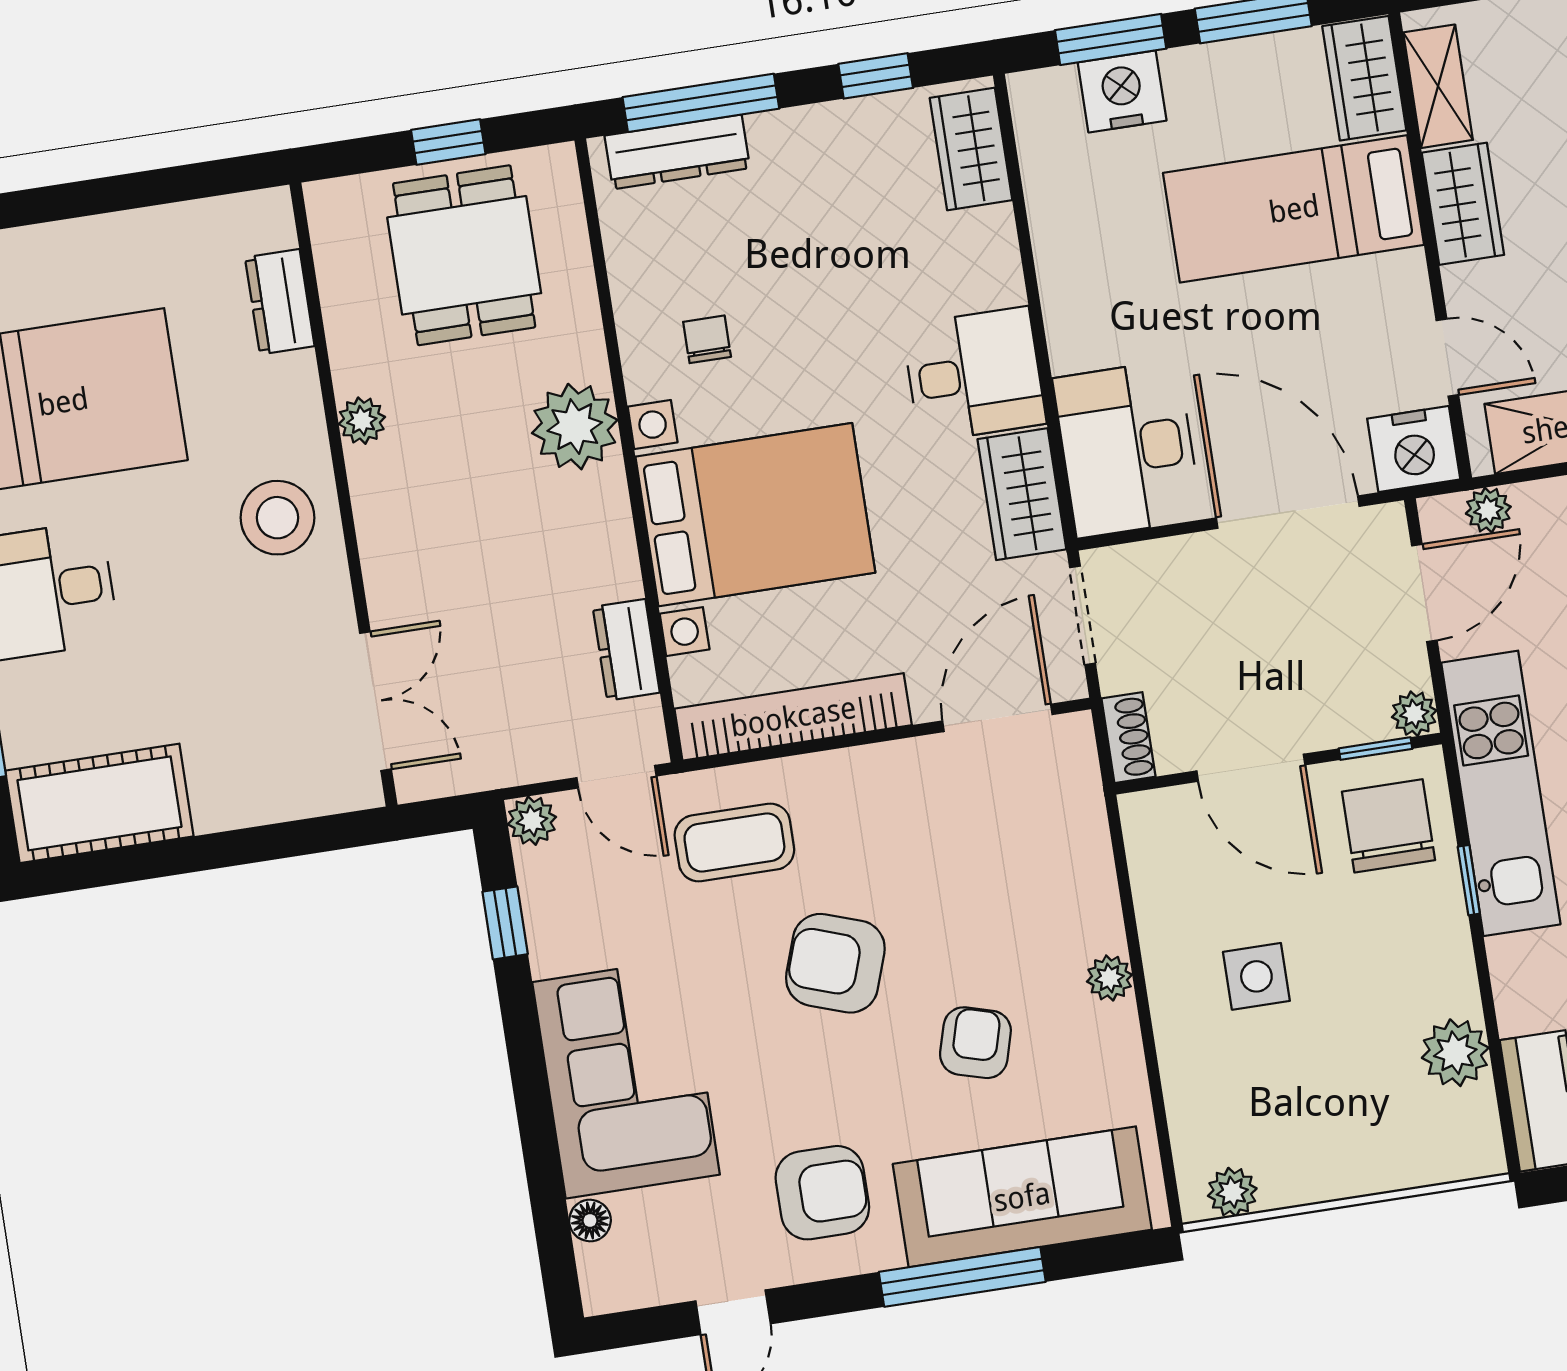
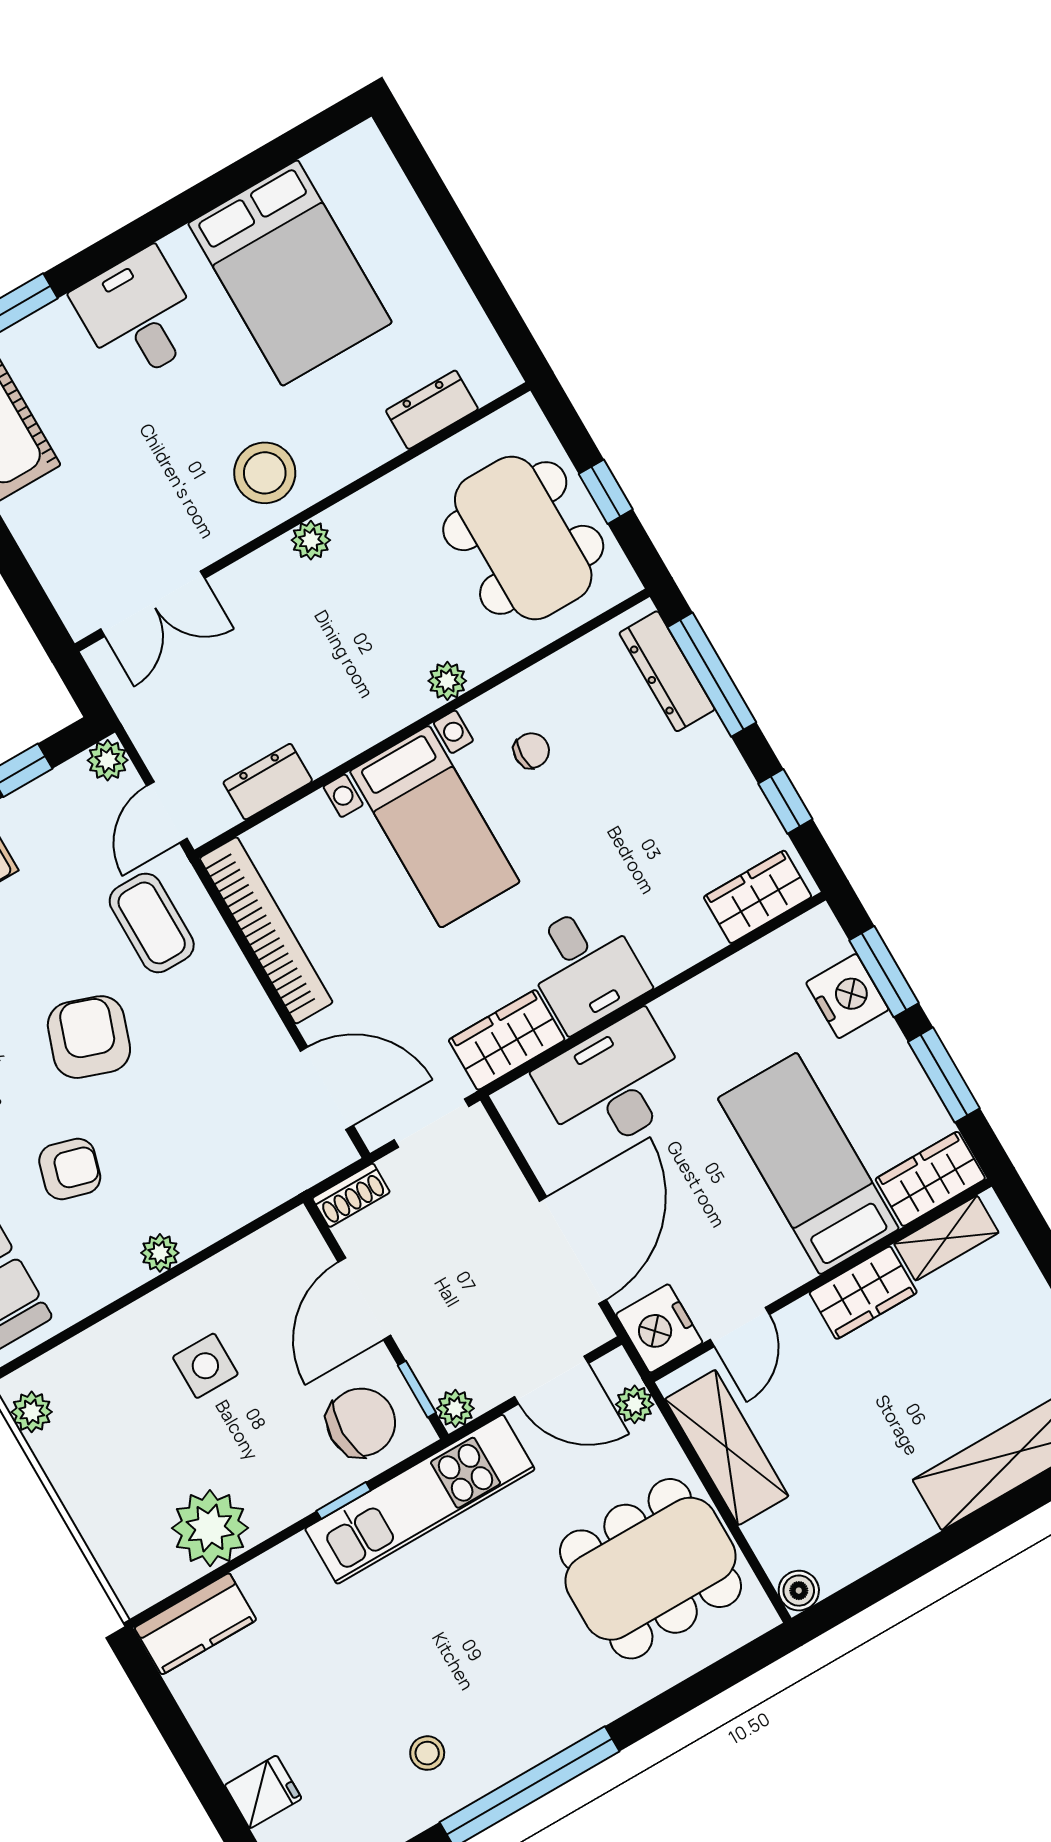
dining table: (464, 255) -> (523, 538), width x1.38
plant: (362, 421) -> (311, 540), moved
plant: (575, 427) -> (447, 681), width x0.53, depth x0.53
desk: (1127, 449) -> (613, 1084), moved
bed with nightstands: (755, 515) -> (435, 827), width x0.73
plant: (1455, 1053) -> (210, 1528), width x1.36, depth x1.36

